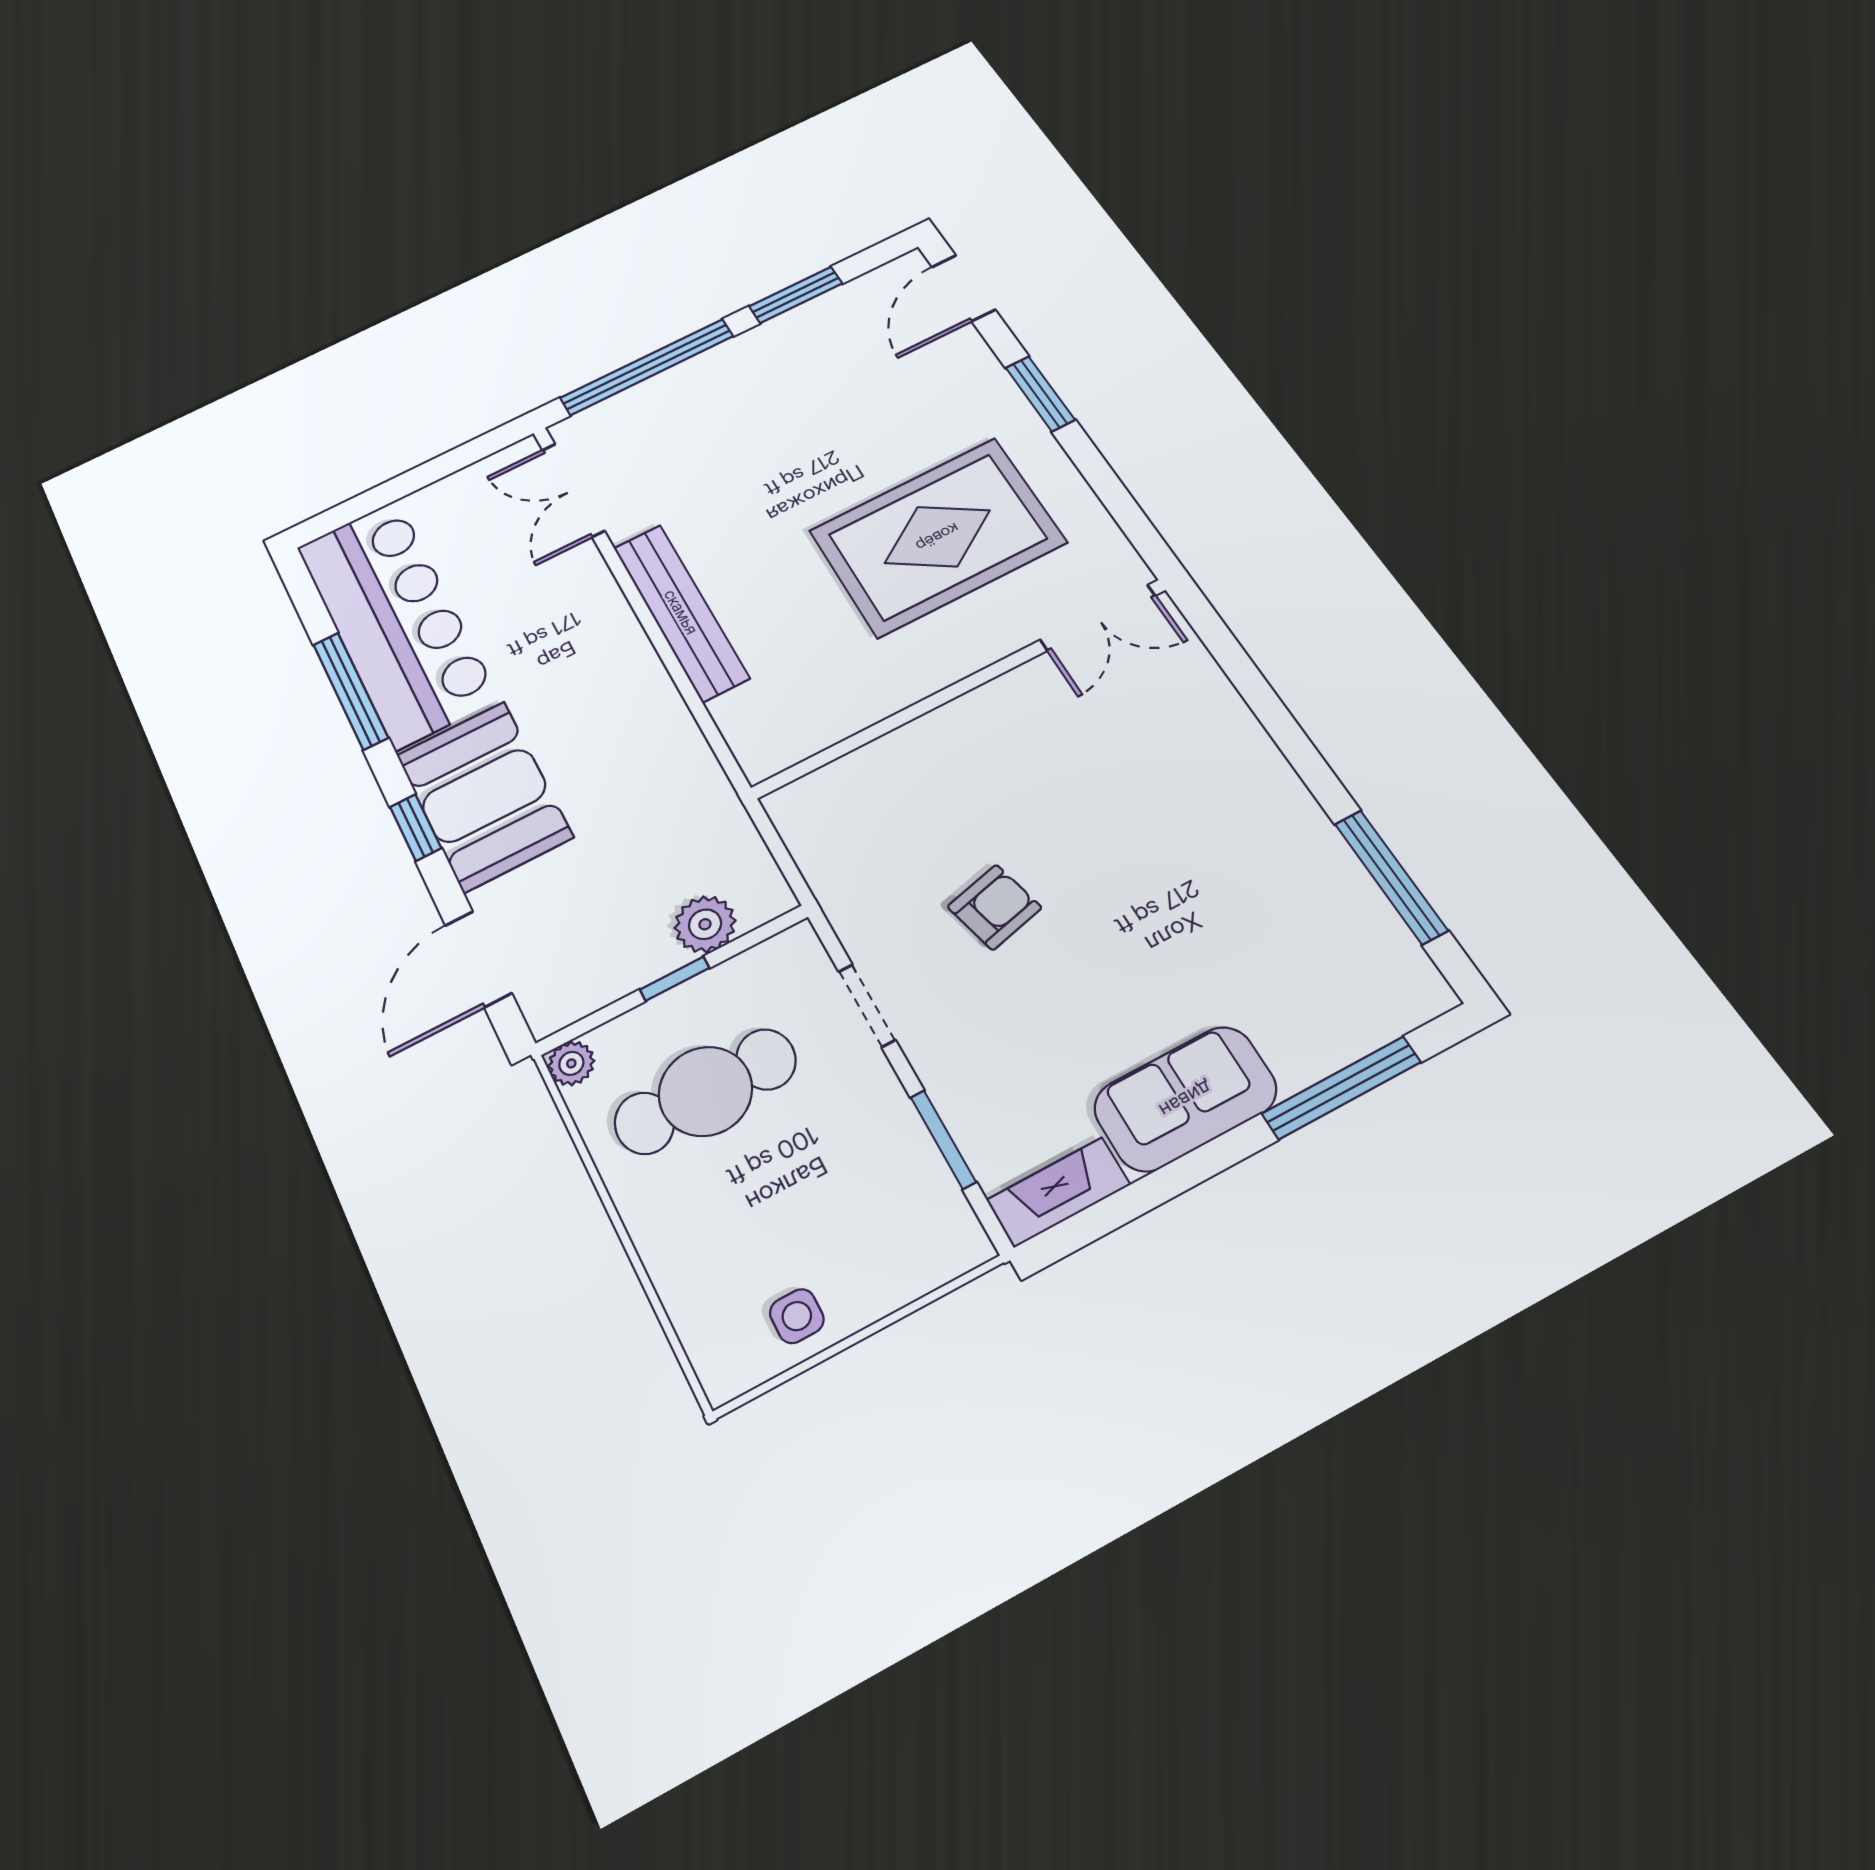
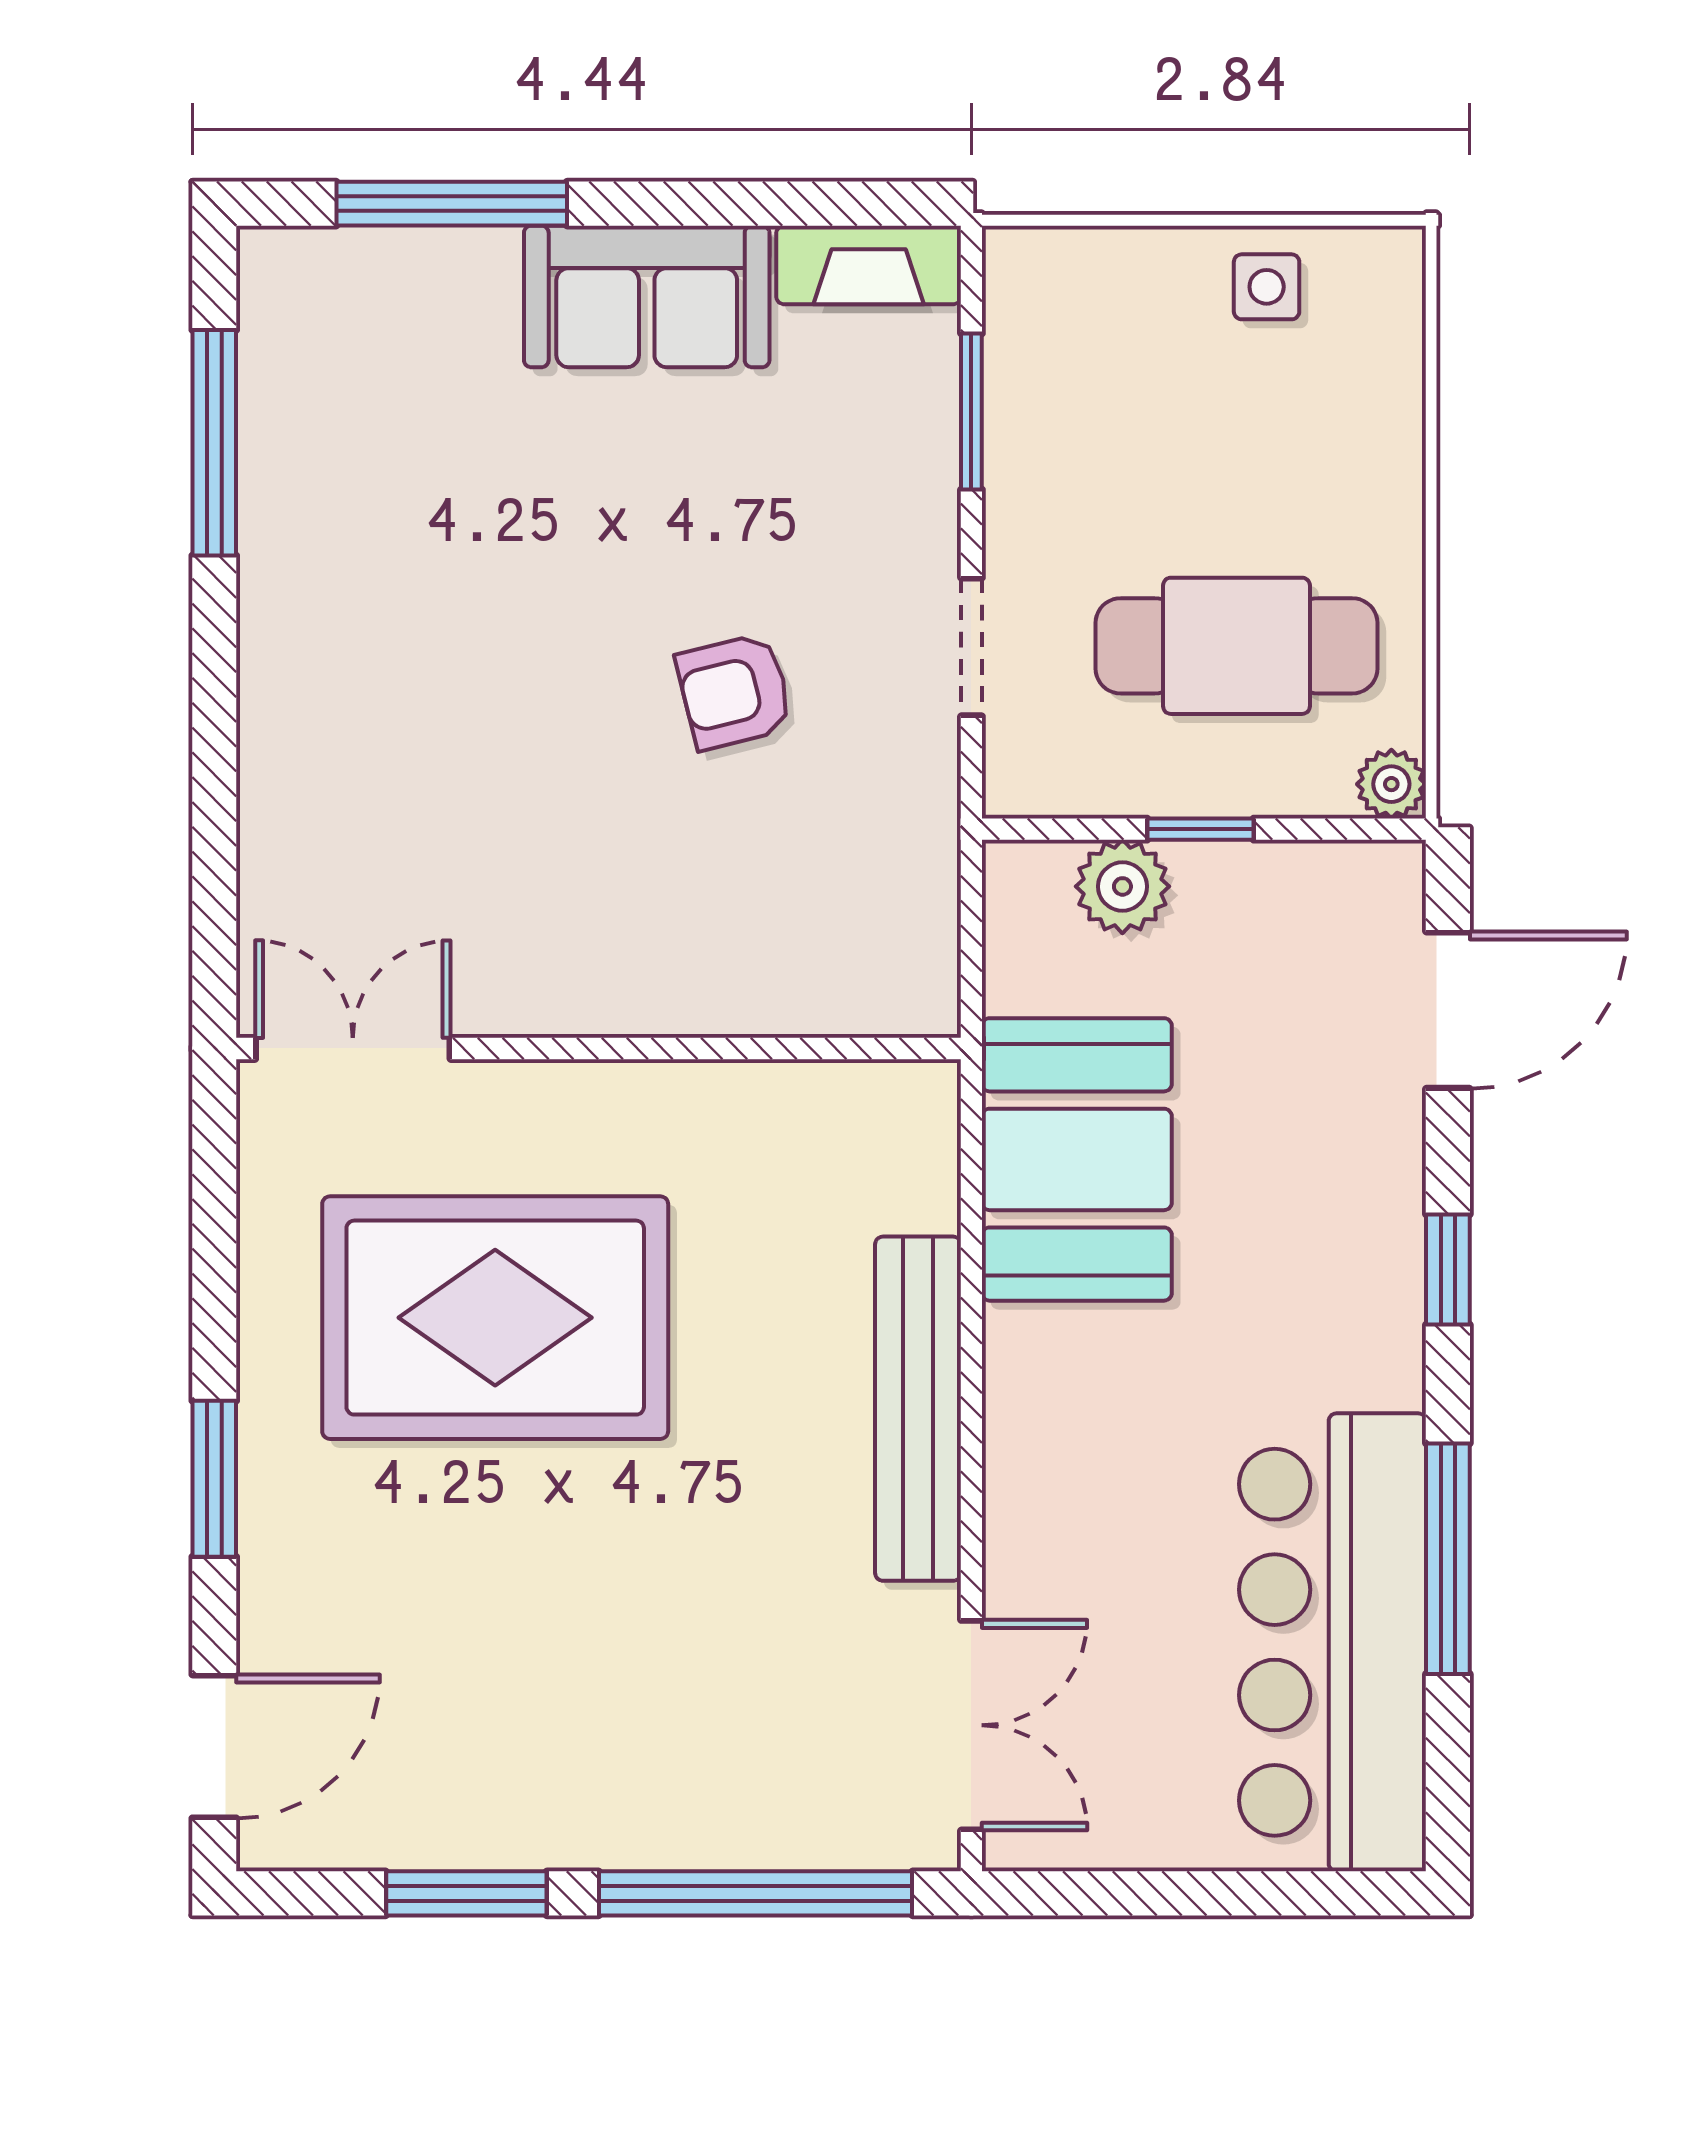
booth: (484, 796) -> (1077, 1159), moved

